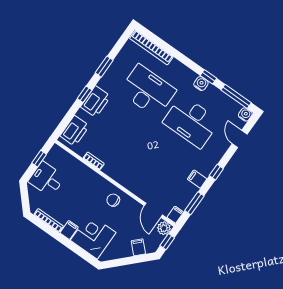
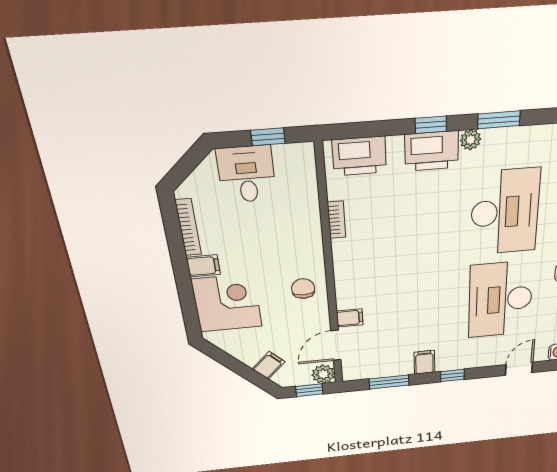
plant: (103, 83) -> (471, 140), added
filing cabinet: (175, 215) -> (350, 318), moved

